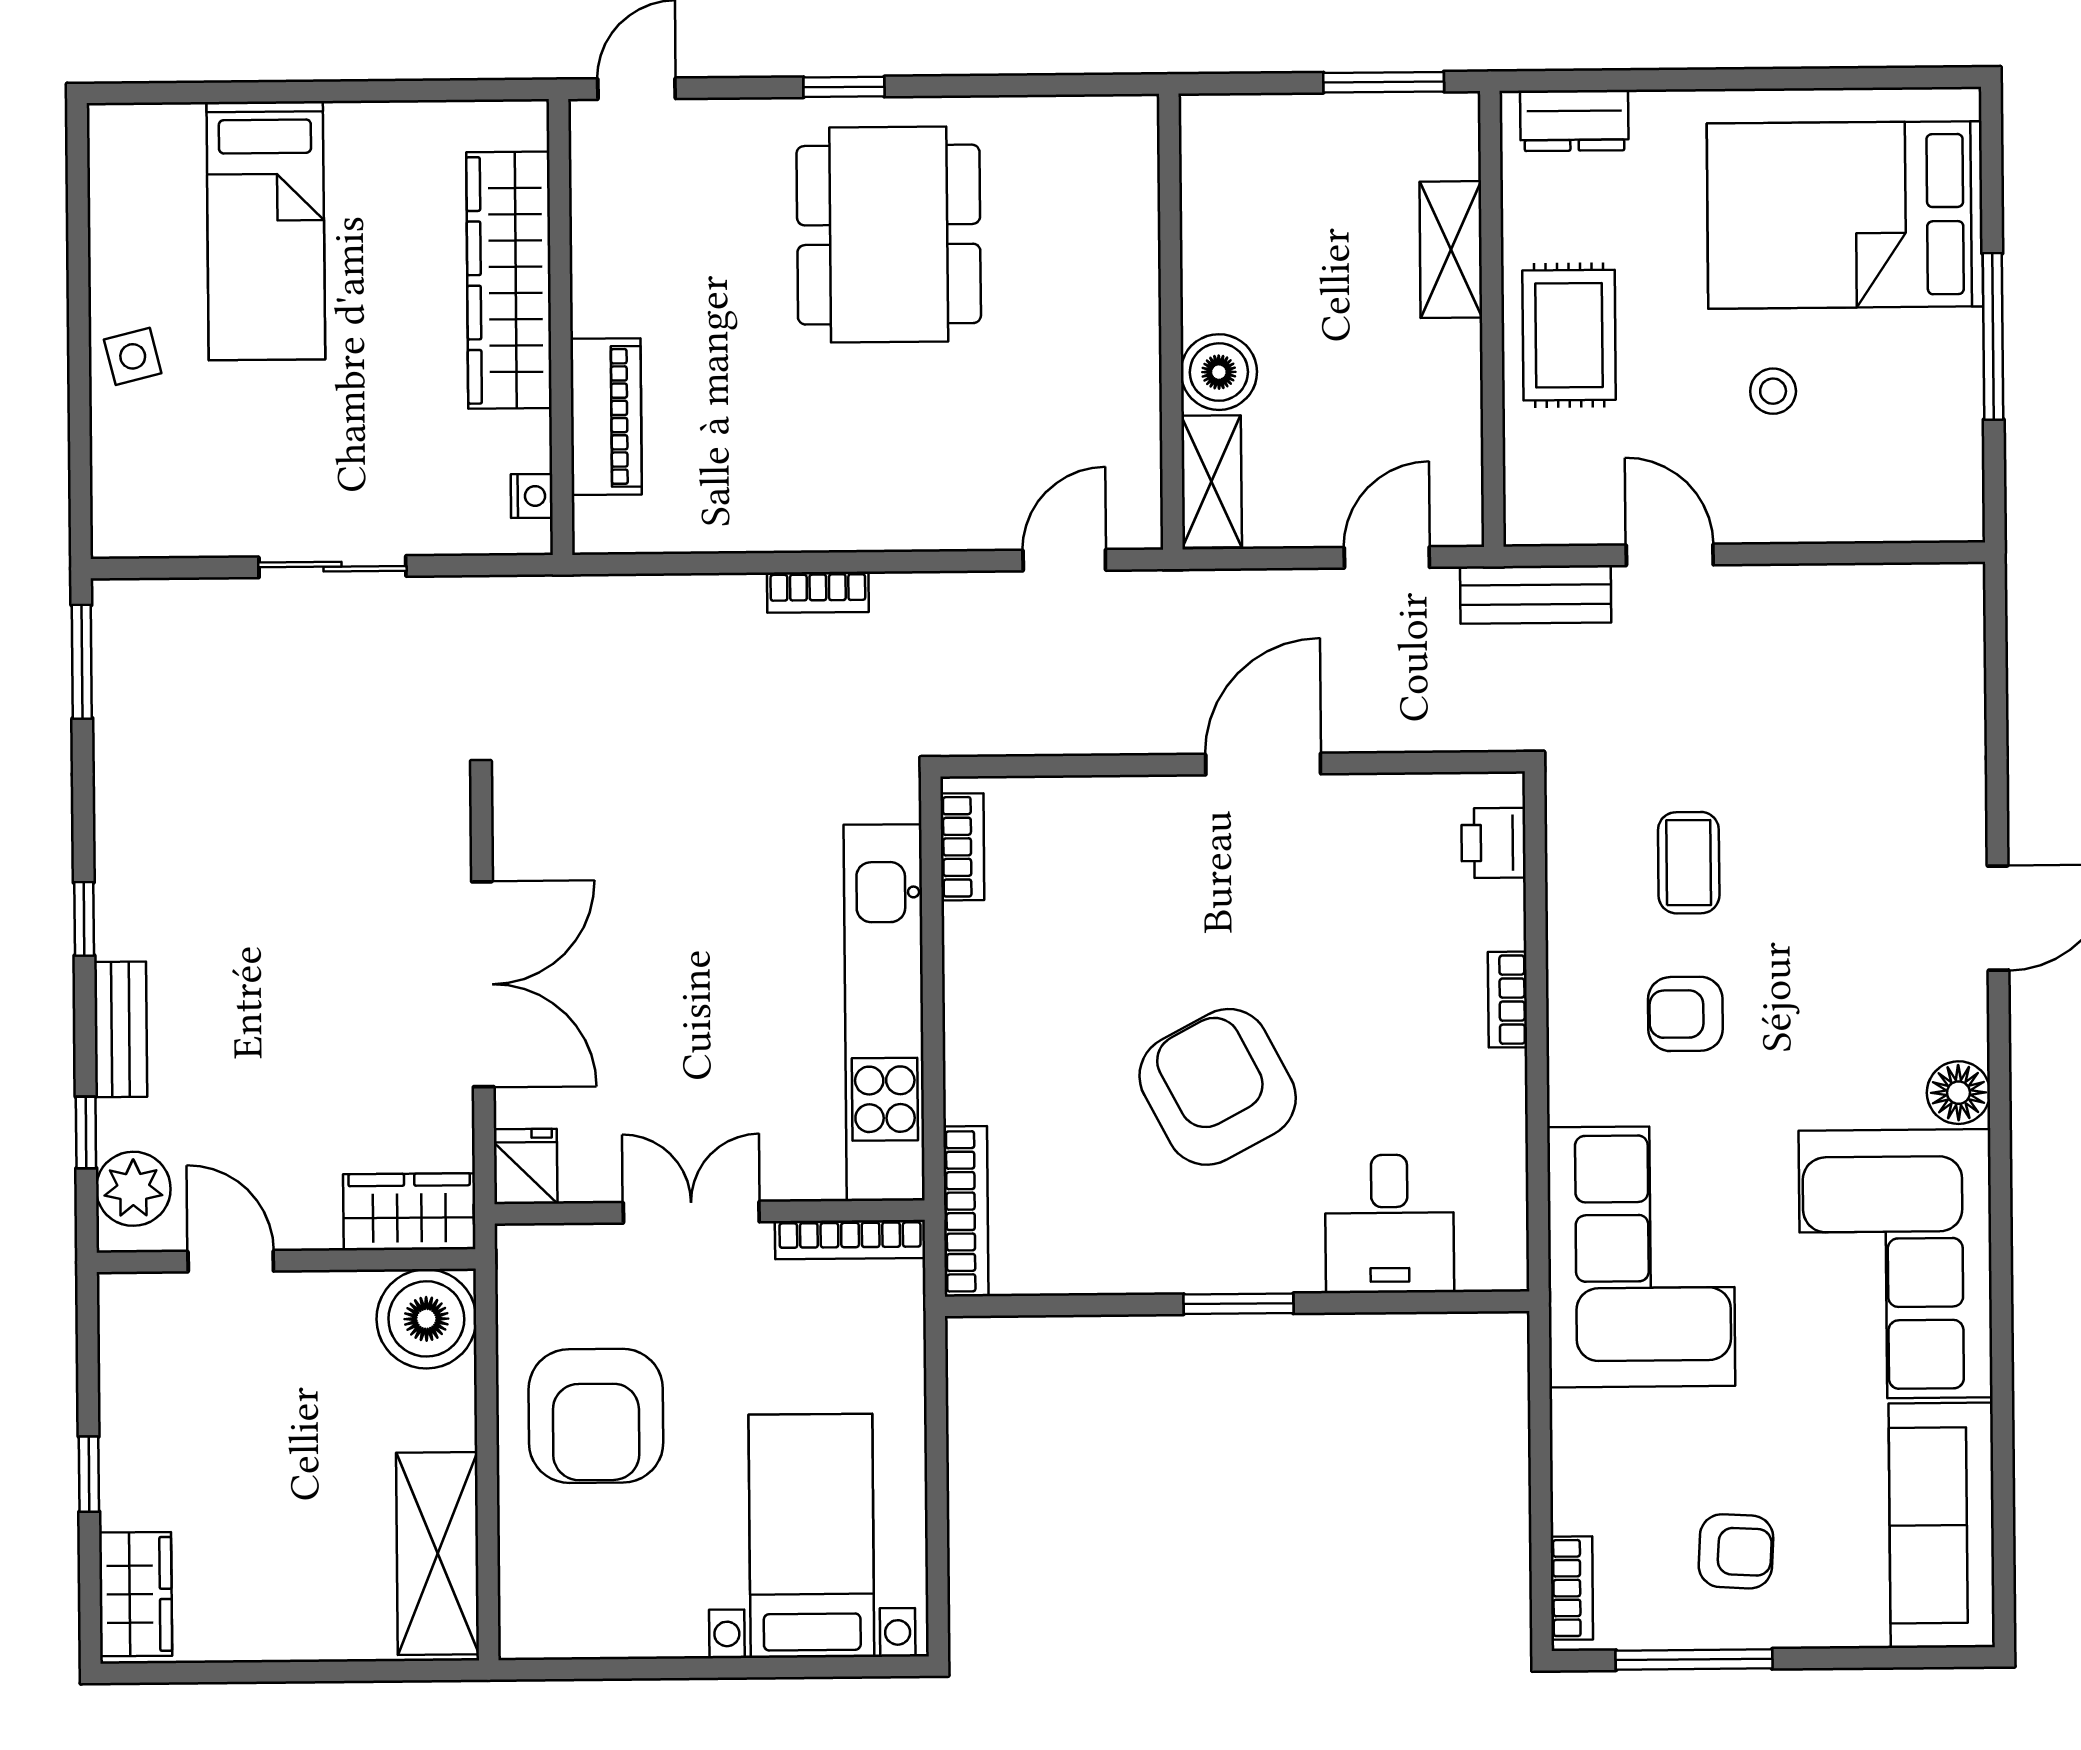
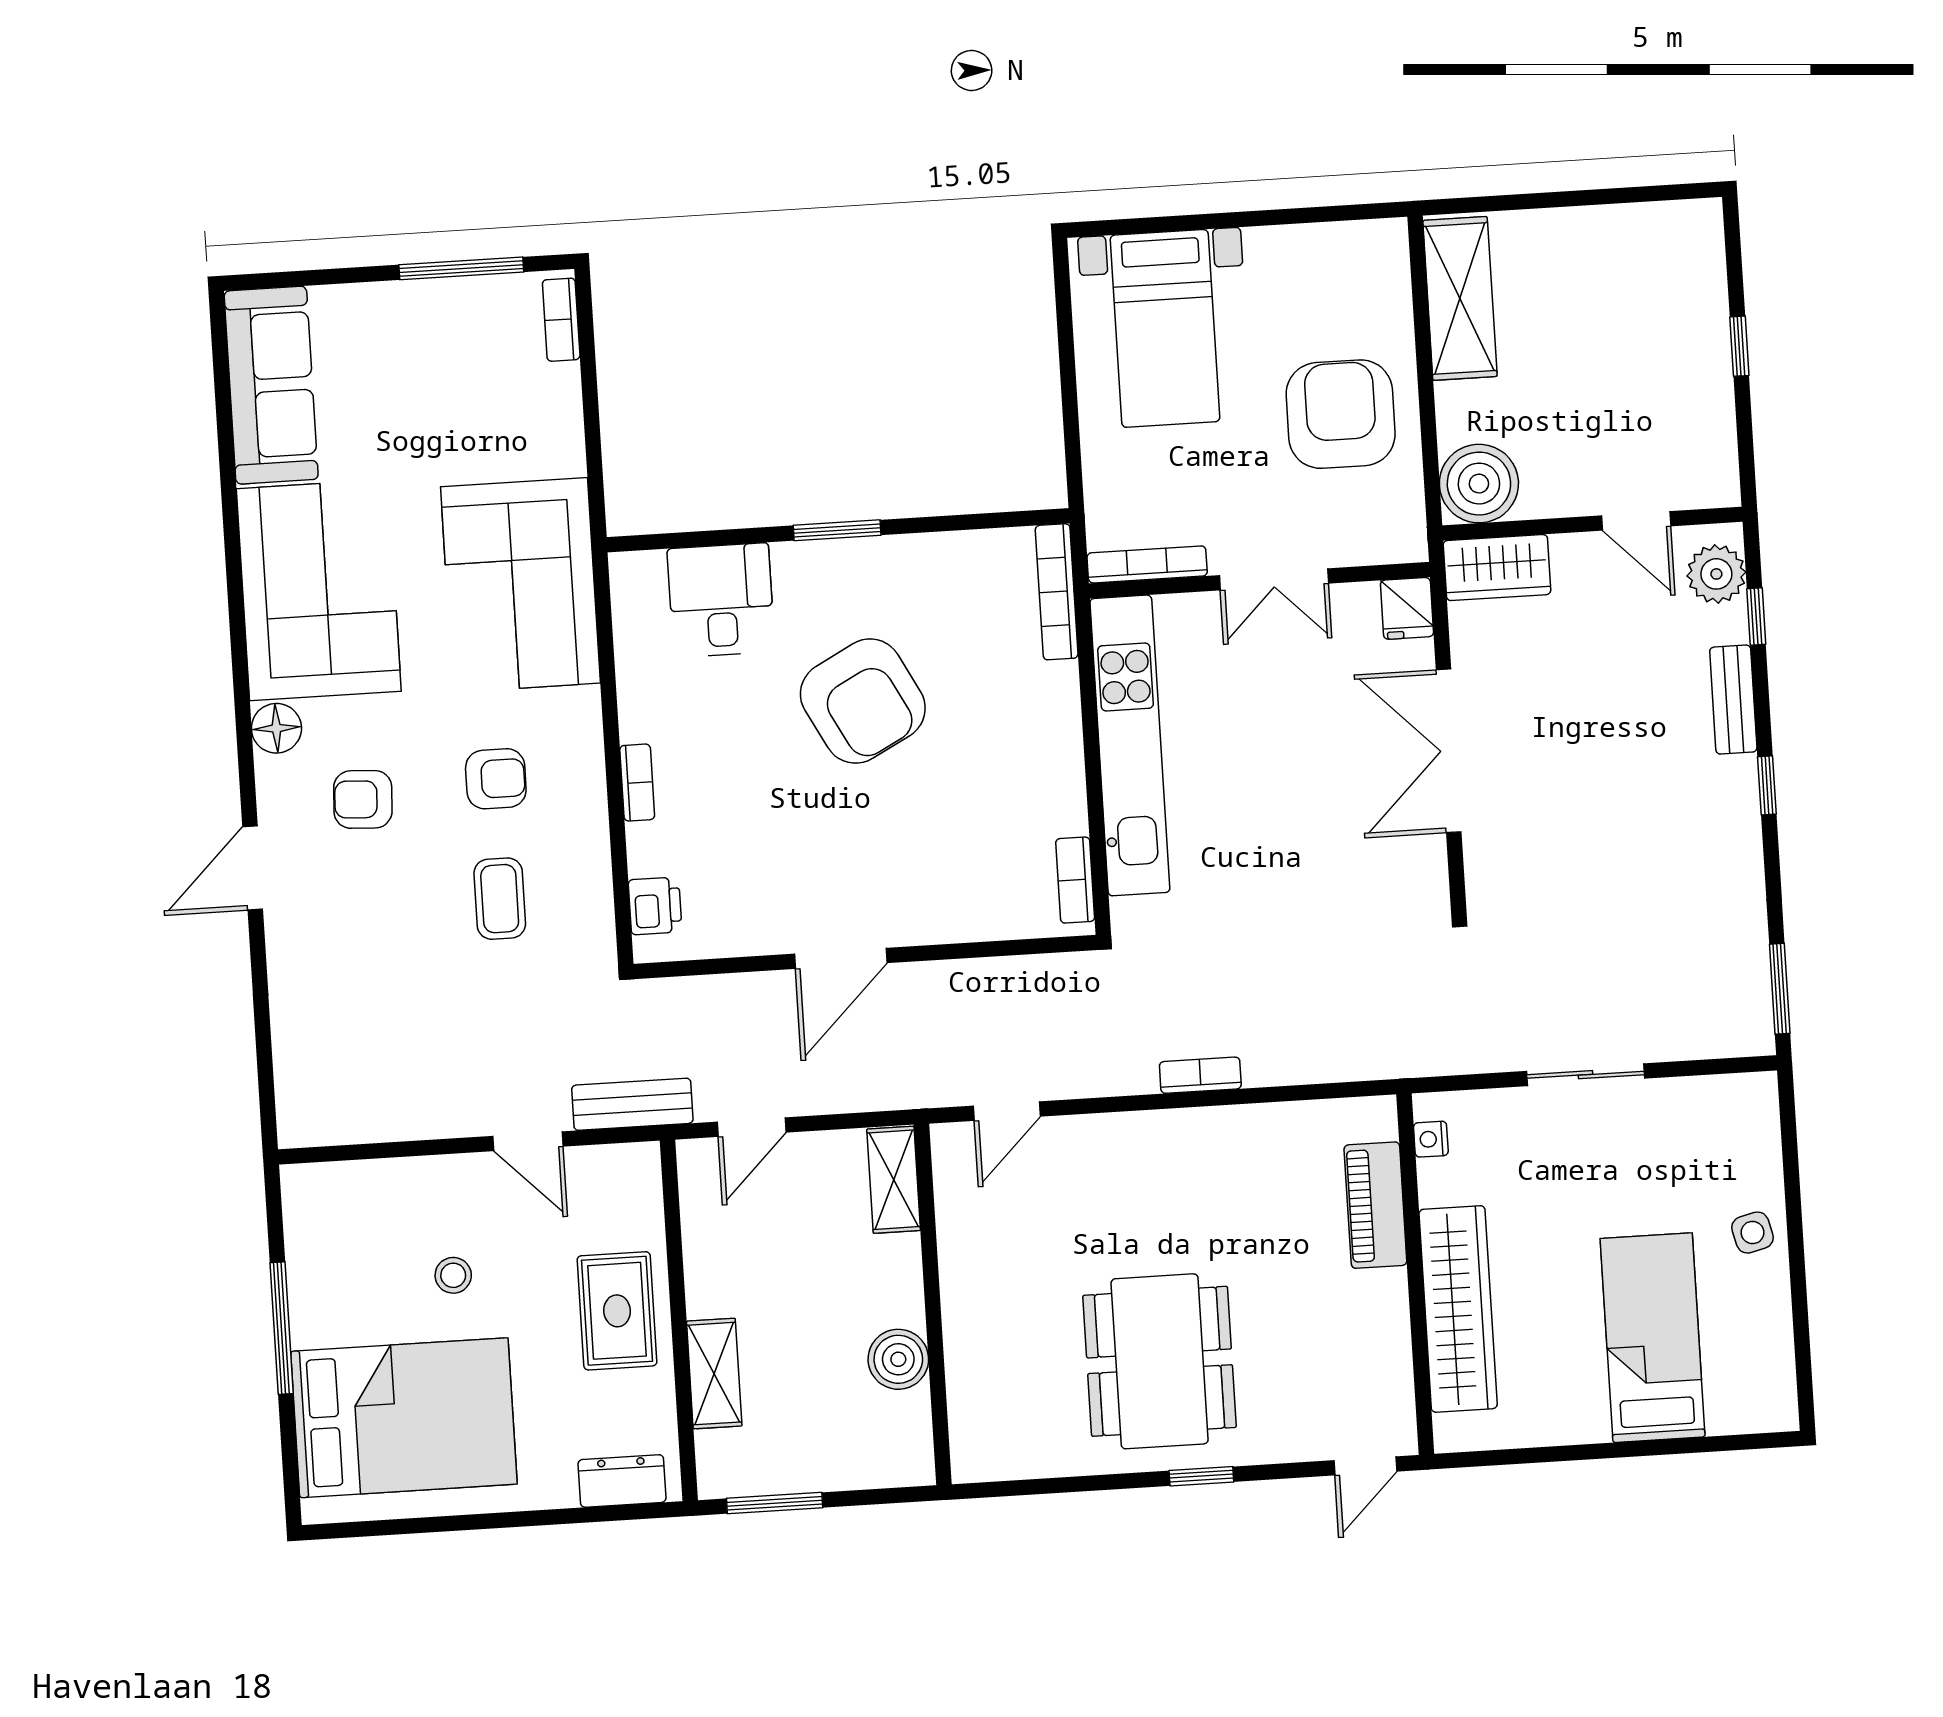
boiler: (1219, 372) -> (898, 1359), moved
armchair: (1736, 1551) -> (363, 799), moved
wardrobe: (136, 1594) -> (1697, 253), removed

